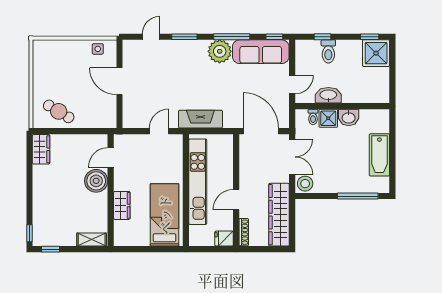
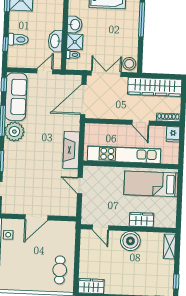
door: (292, 84) -> (45, 71), hinge flipped
cafe table: (59, 111) -> (60, 270), turned -31
boiler: (96, 181) -> (130, 241), moved

